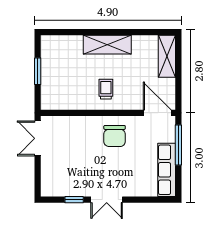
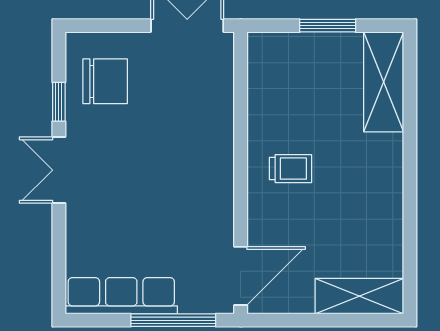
shelving: (107, 45) -> (384, 82), moved
chair: (115, 136) -> (105, 81), moved, turned 180

